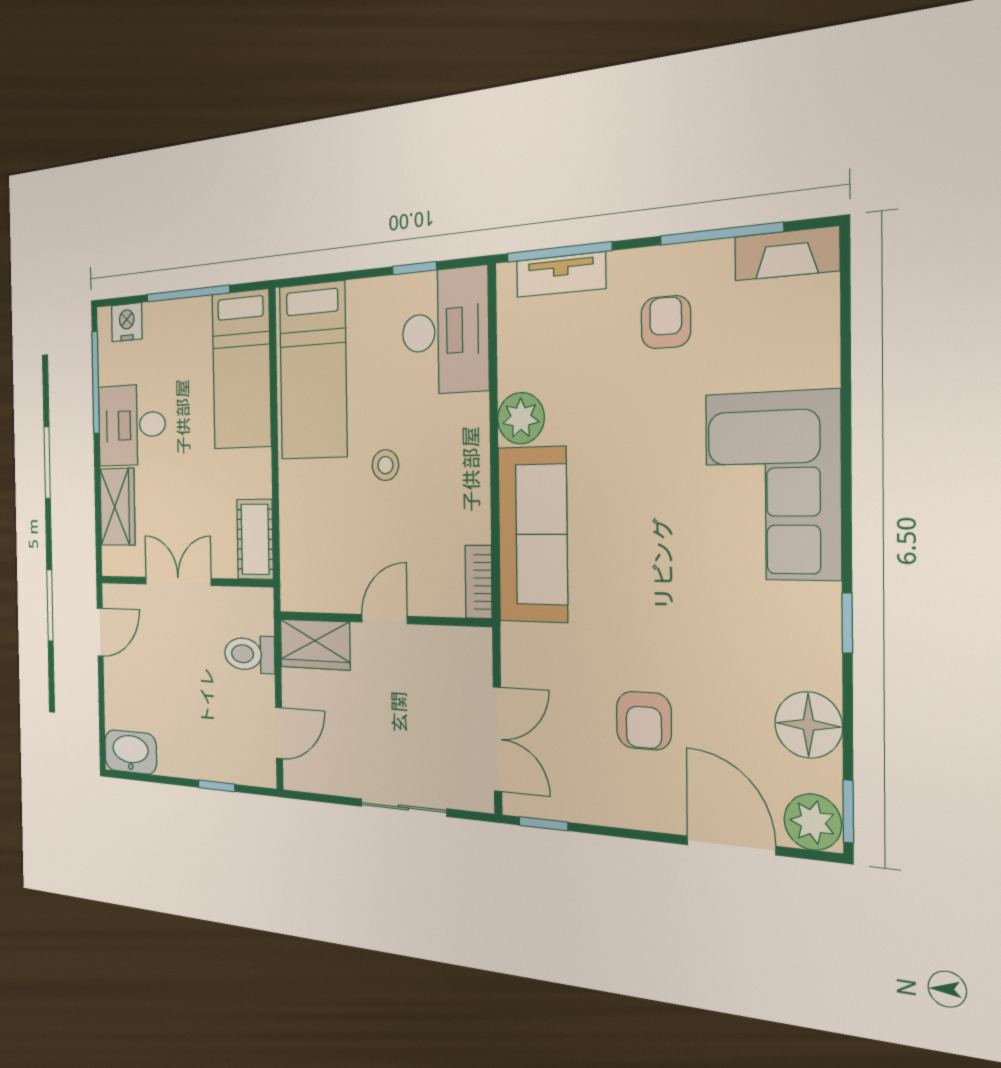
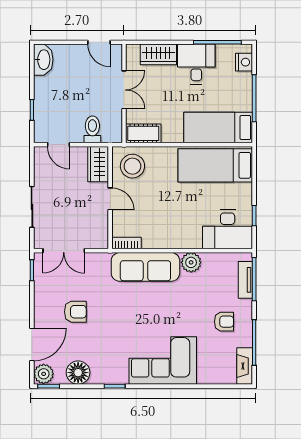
stool: (385, 465) -> (132, 166), moved, width x1.89, depth x1.89
armchair: (644, 721) -> (75, 312), turned 180

